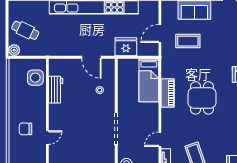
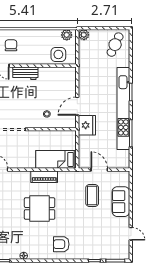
cafe table: (25, 30) -> (115, 45), moved
fridge: (126, 47) -> (87, 125), moved
plant: (14, 69) -> (67, 35), added
workbench: (56, 90) -> (25, 73), moved

